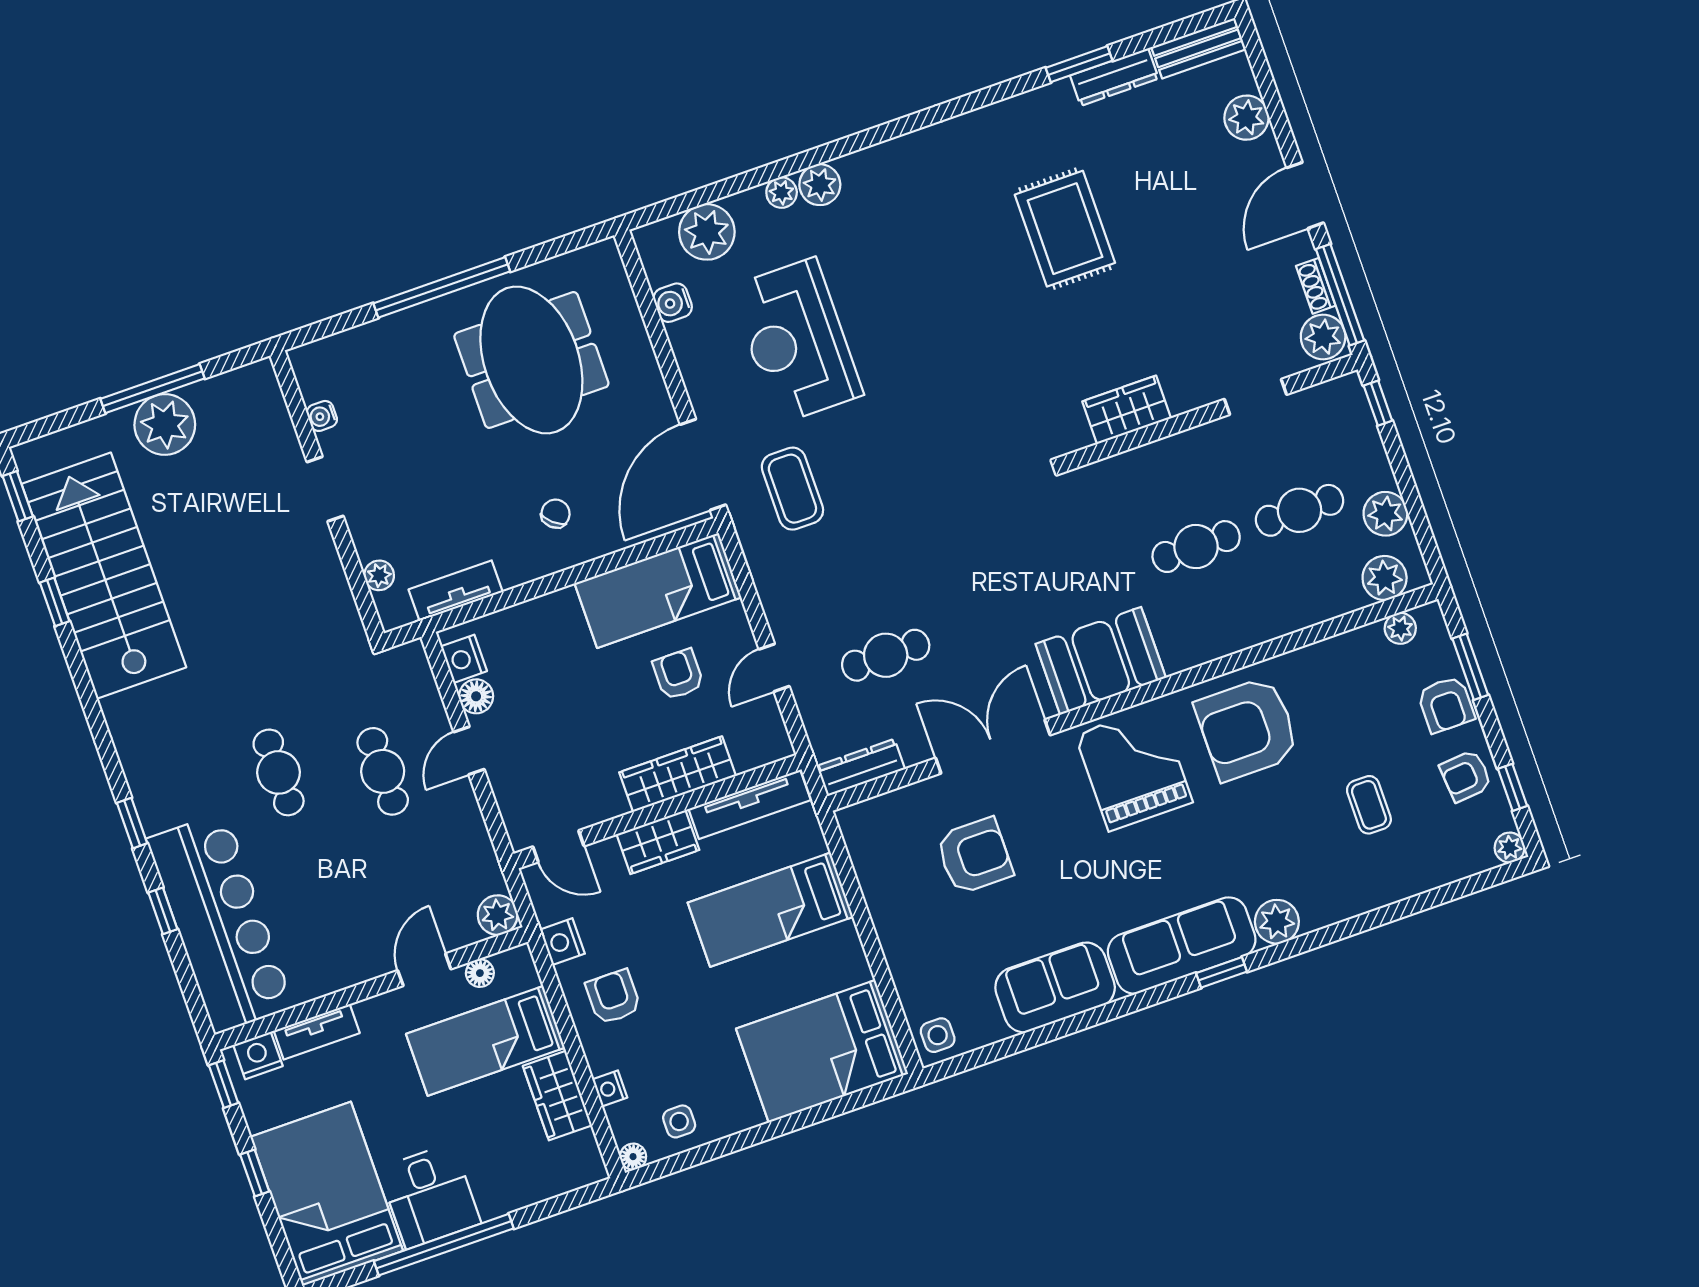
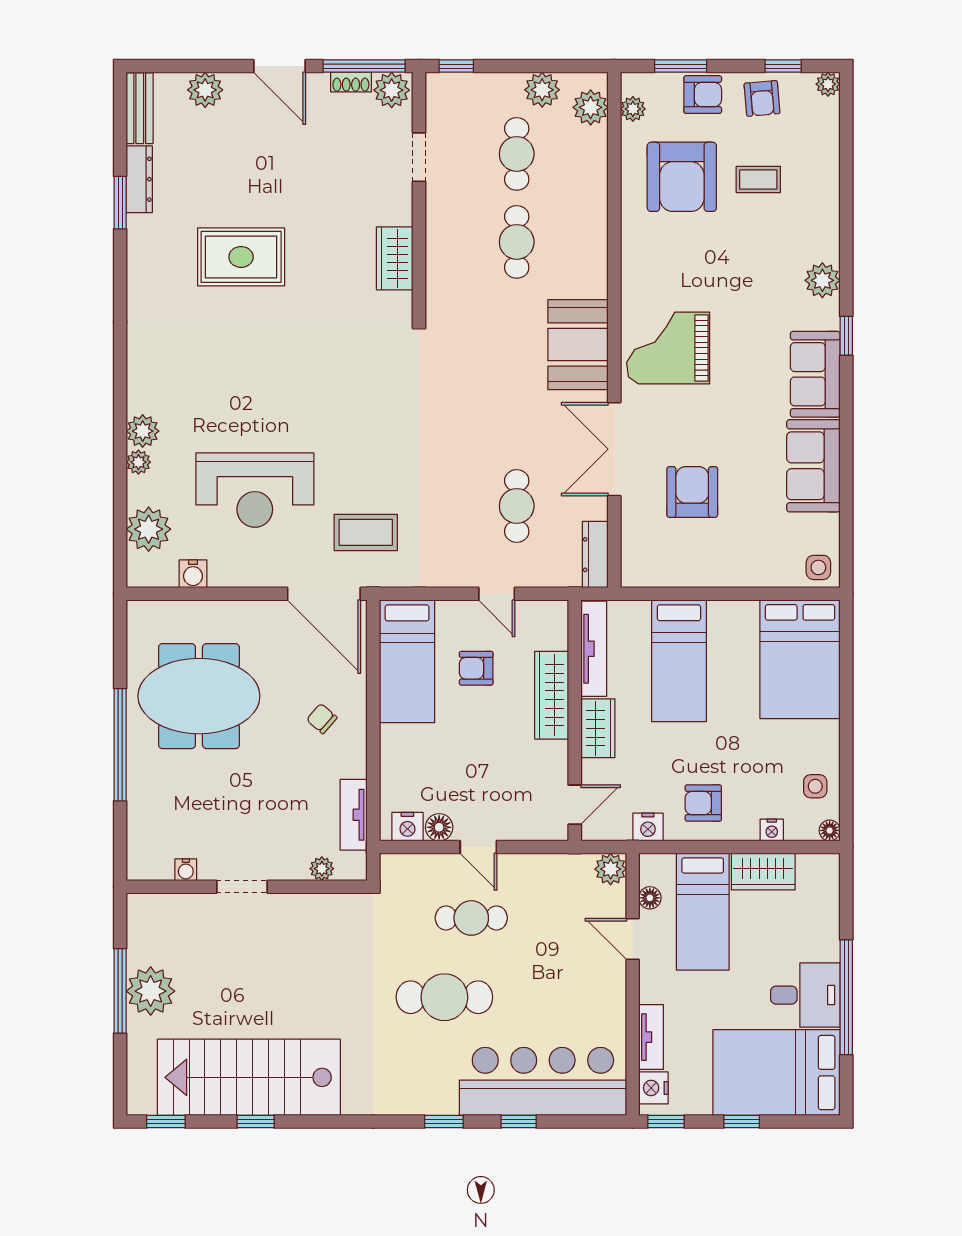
armchair: (1247, 729) -> (682, 177), moved
cafe table: (279, 772) -> (444, 997), width x1.37, depth x1.35
sofa: (1182, 946) -> (815, 374), width x0.73

